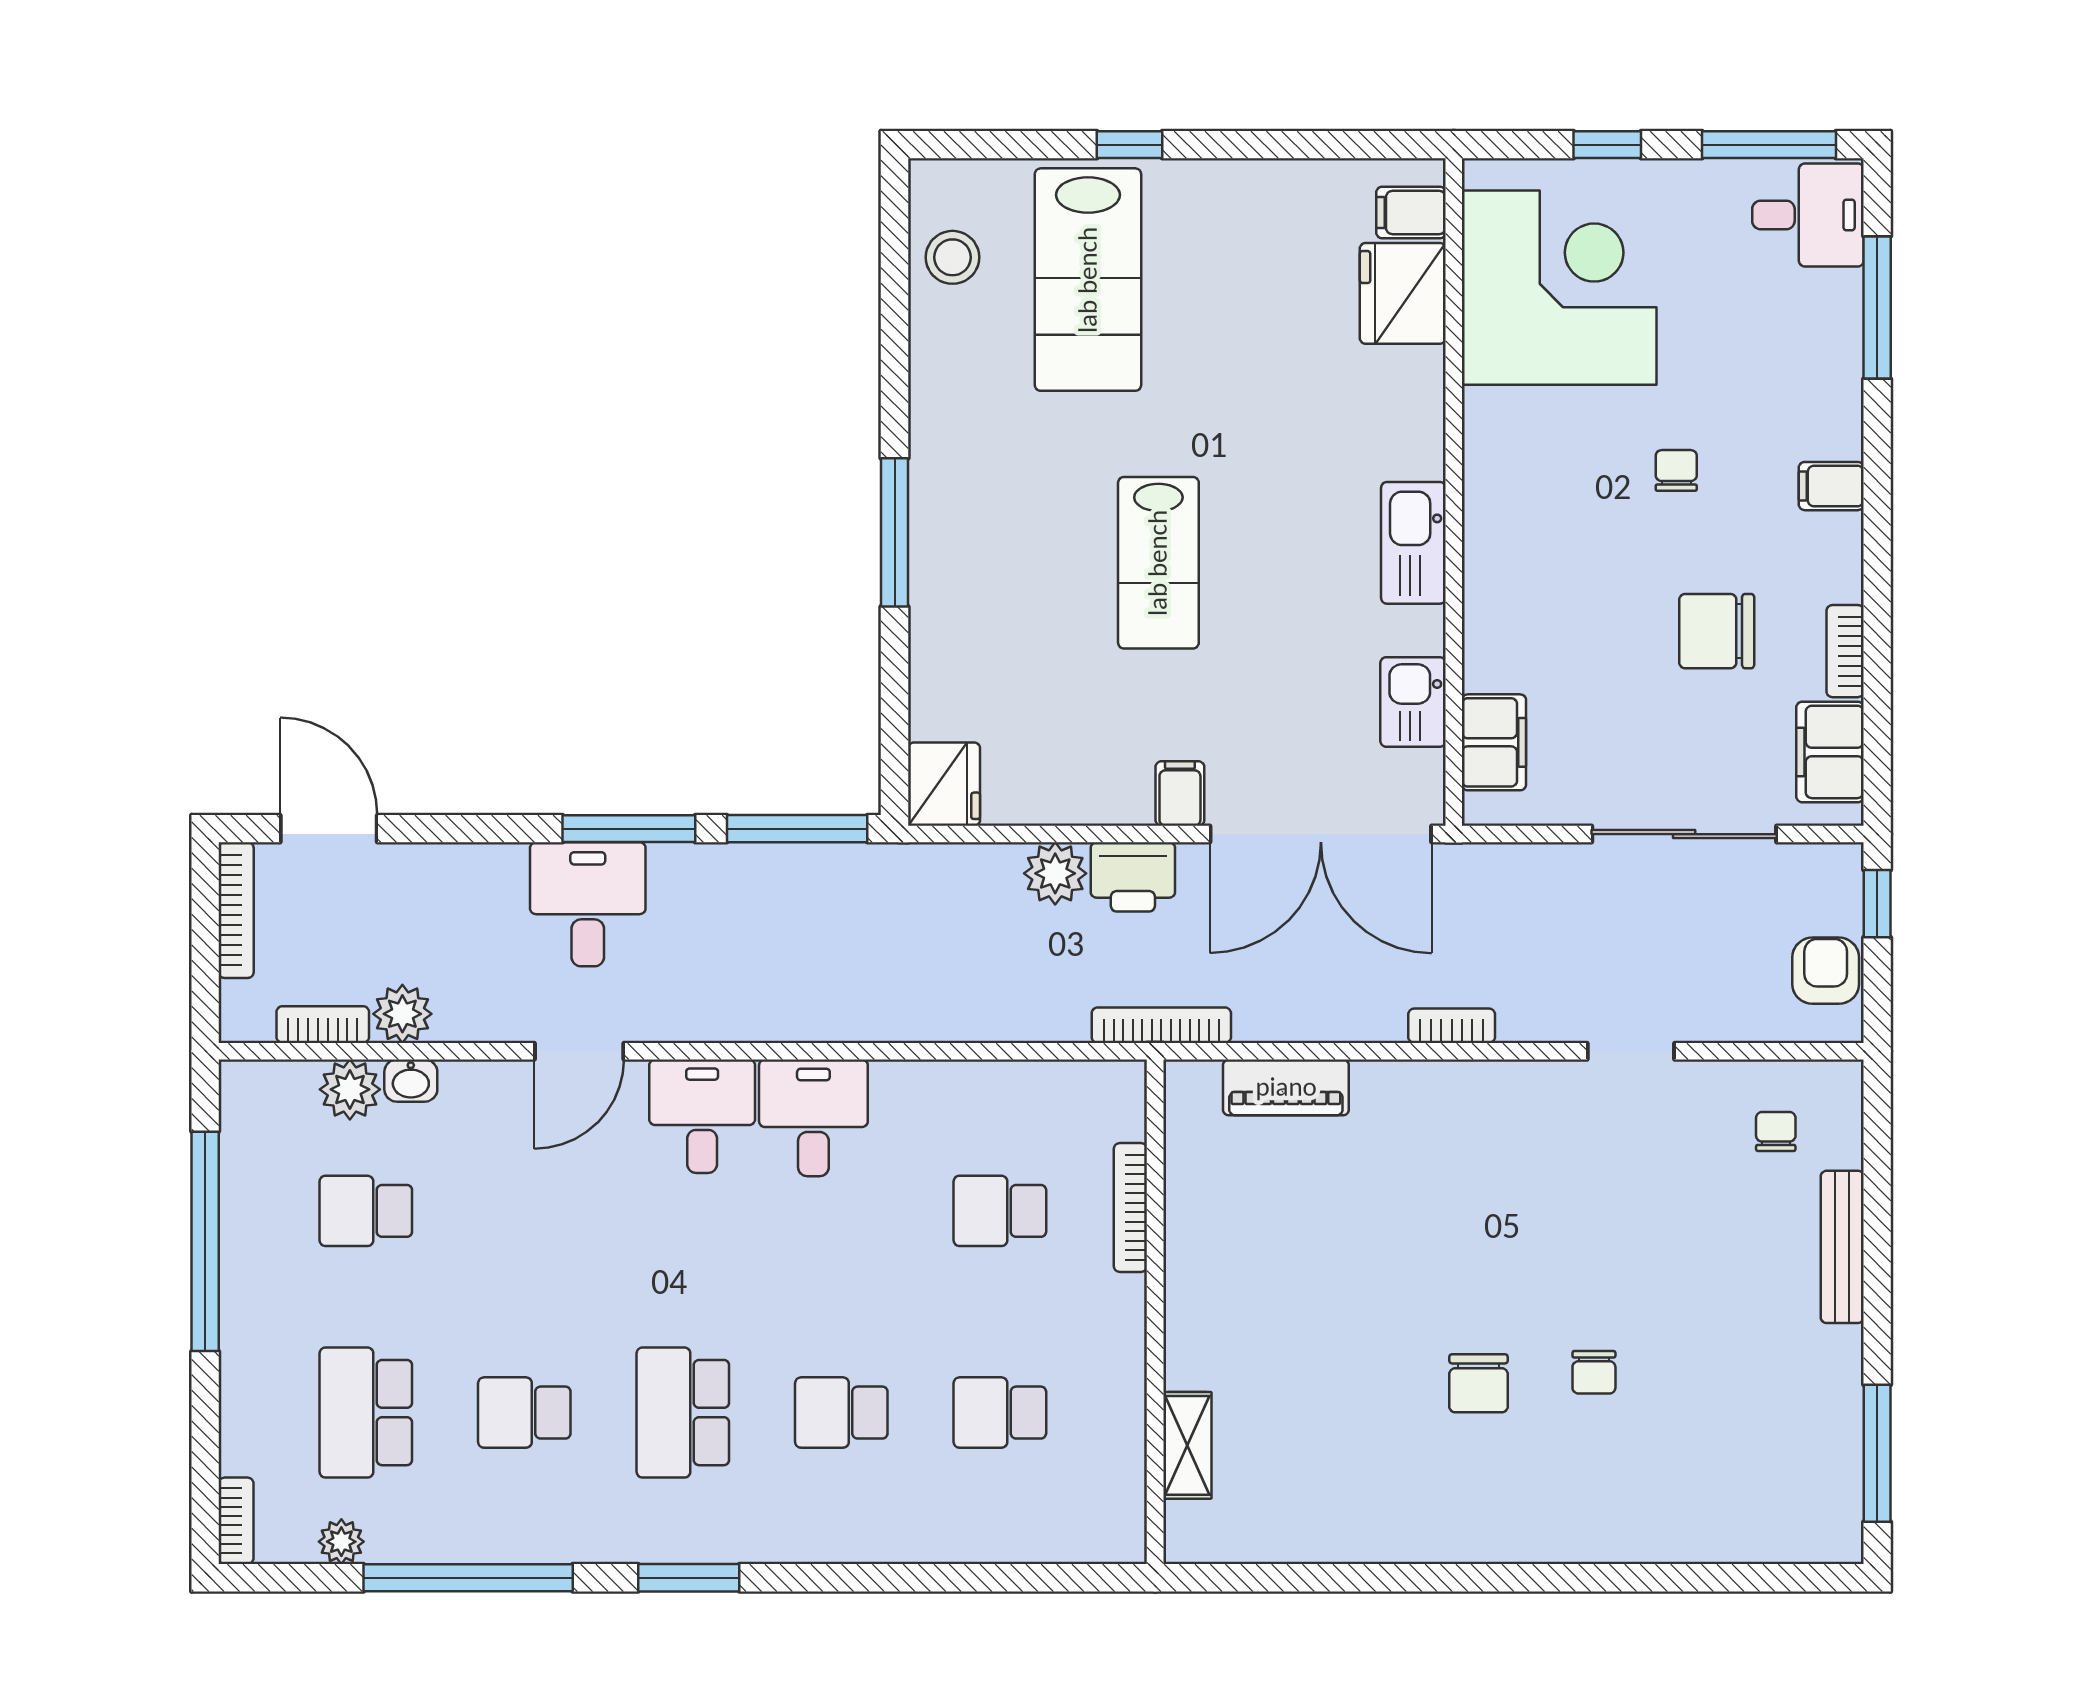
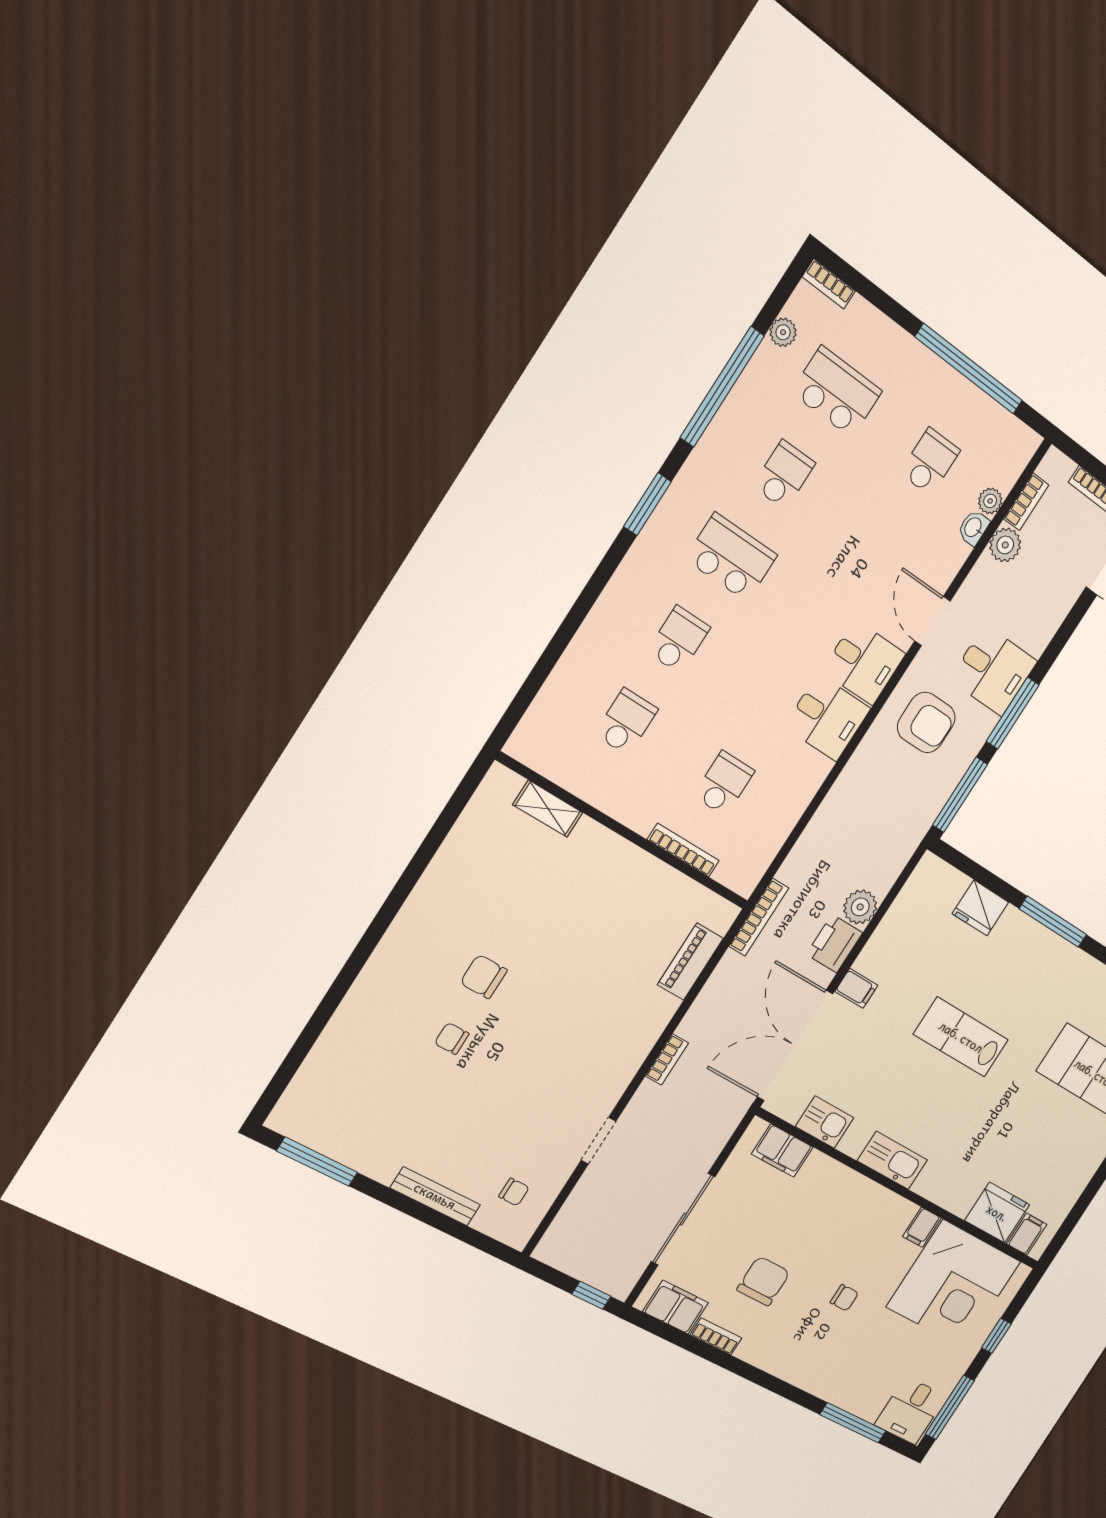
filing cabinet: (1831, 486) -> (922, 1227), moved, turned 180
fridge: (944, 784) -> (980, 908), moved
armchair: (1826, 971) -> (926, 722), moved, width x1.38, depth x1.38
plant: (350, 1089) -> (990, 501), width x0.73, depth x0.73

